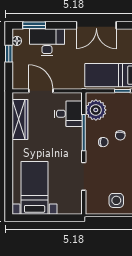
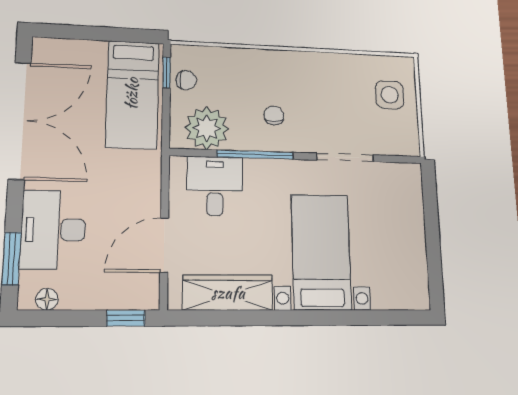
double door: (96, 25) -> (20, 120), width x1.36
window: (9, 54) -> (126, 318), moved
chair: (120, 135) -> (186, 80), moved
bed with nightstands: (35, 188) -> (321, 252), moved, turned 90

